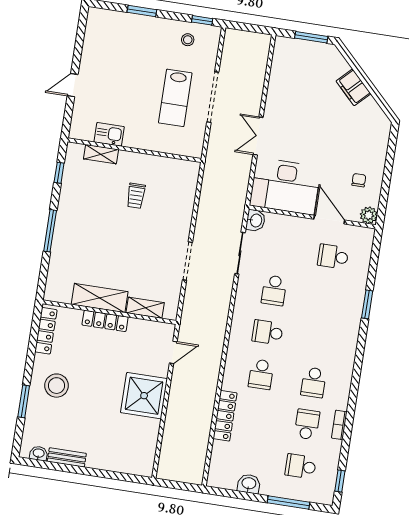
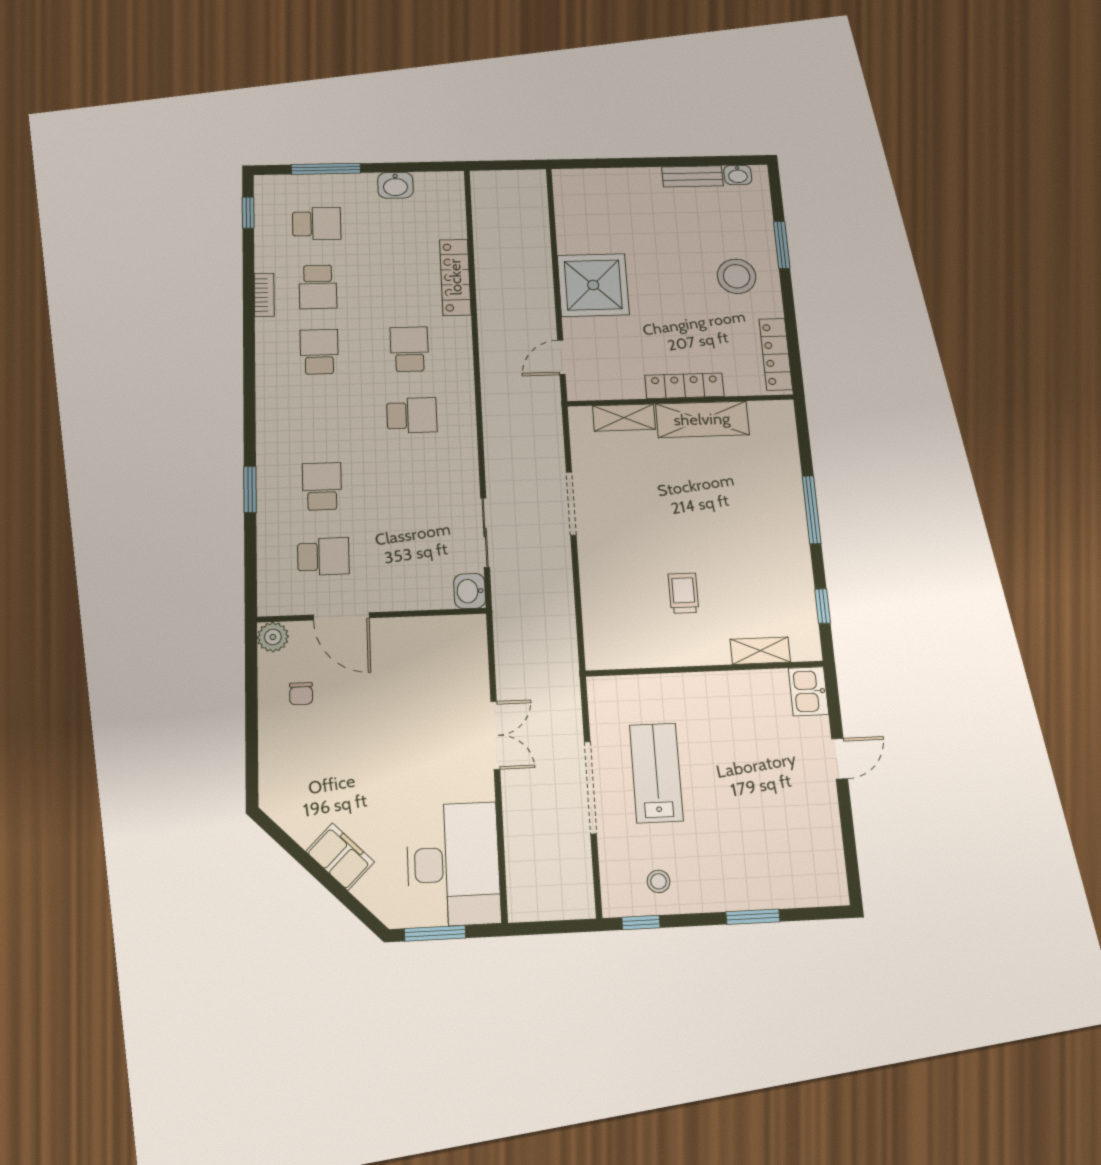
kitchen sink: (109, 134) -> (809, 691), moved, turned 90
desk: (285, 186) -> (453, 864), moved, turned 90
school desk: (274, 290) -> (322, 486), moved

